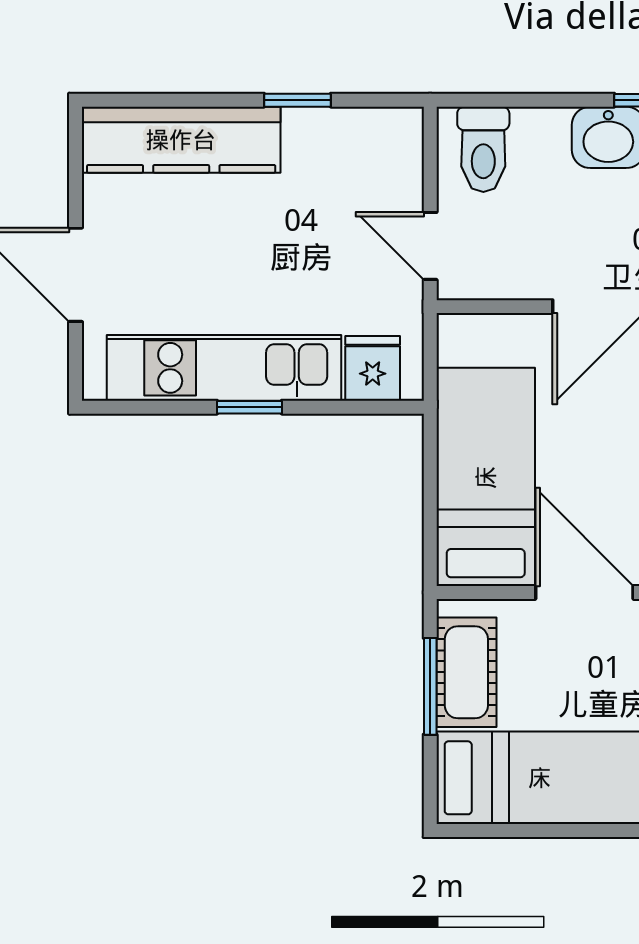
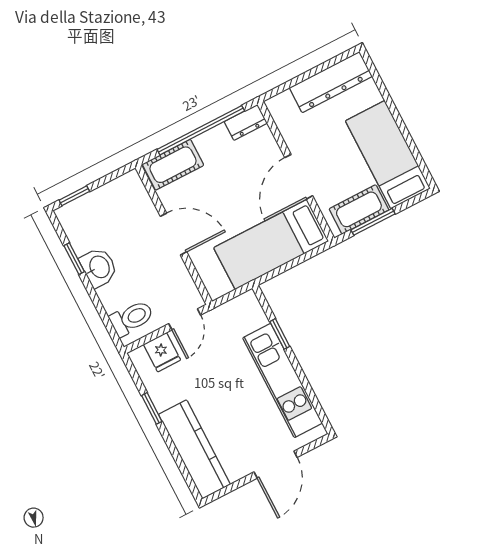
fridge: (373, 368) -> (162, 352), moved, turned -90
window: (249, 407) -> (280, 334), moved

